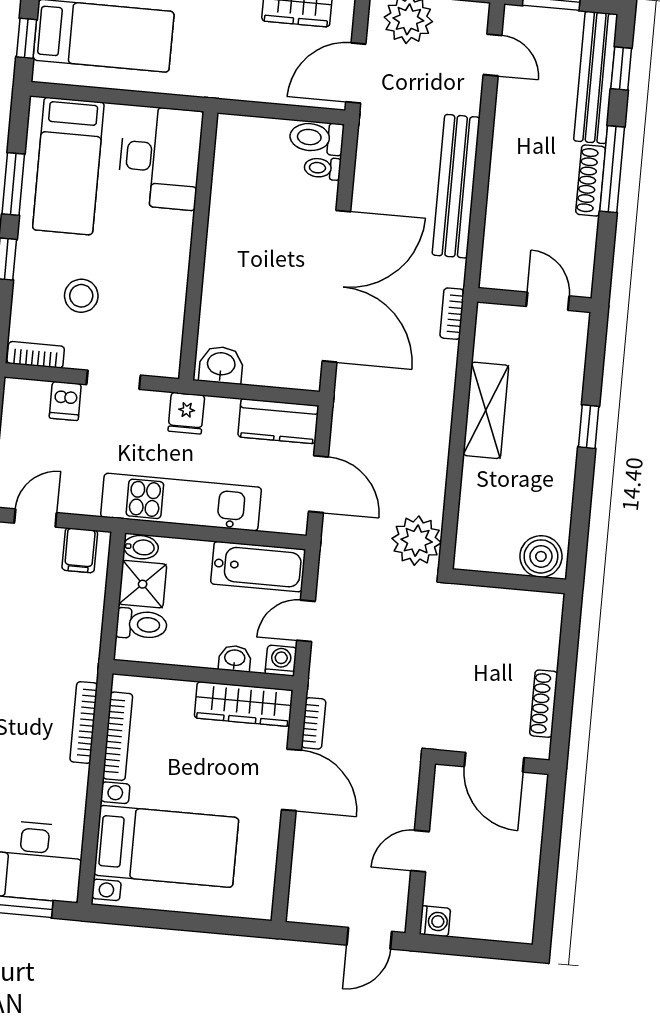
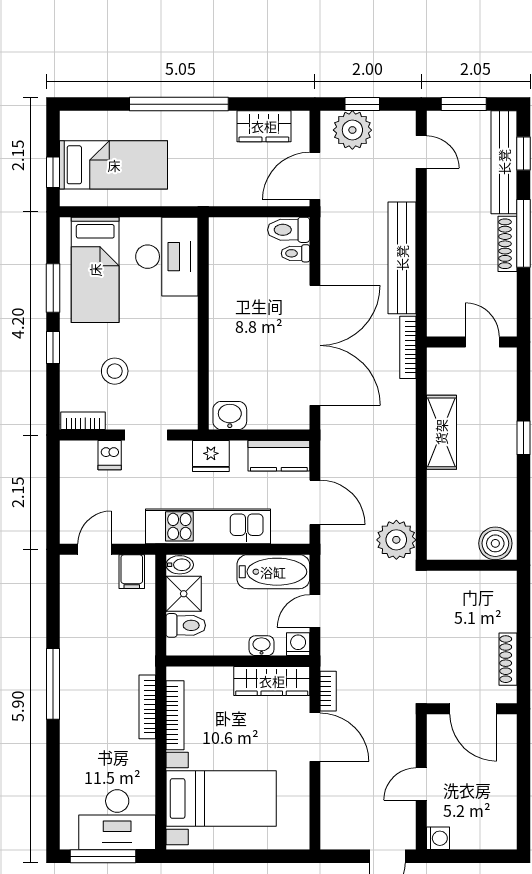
bookcase: (452, 314) -> (408, 347), width x1.56
fridge: (186, 413) -> (211, 456), width x1.38

